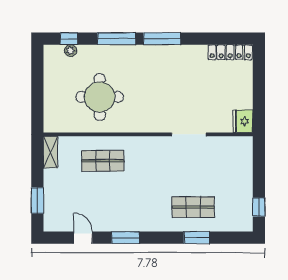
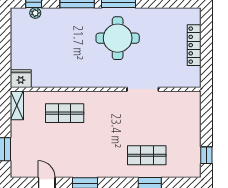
locker: (230, 52) -> (194, 45), moved, turned 90
round table: (100, 97) -> (118, 38), moved
fridge: (243, 121) -> (21, 79), moved, turned 90

